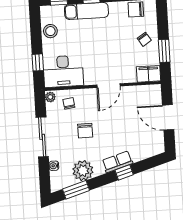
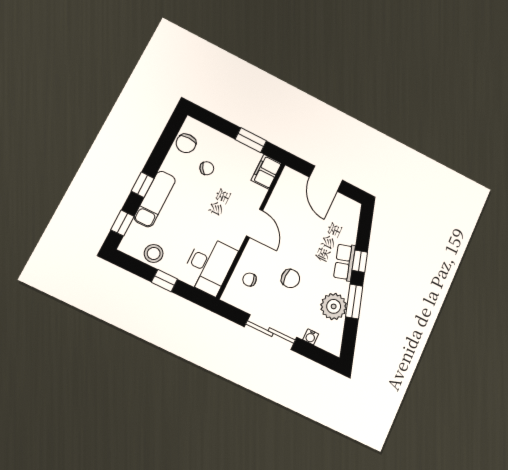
chair: (144, 39) -> (207, 168), moved
window: (38, 62) -> (165, 281), moved
plant: (50, 97) -> (230, 297), removed
door: (168, 117) -> (326, 179), hinge flipped
window: (76, 190) -> (354, 301), moved

